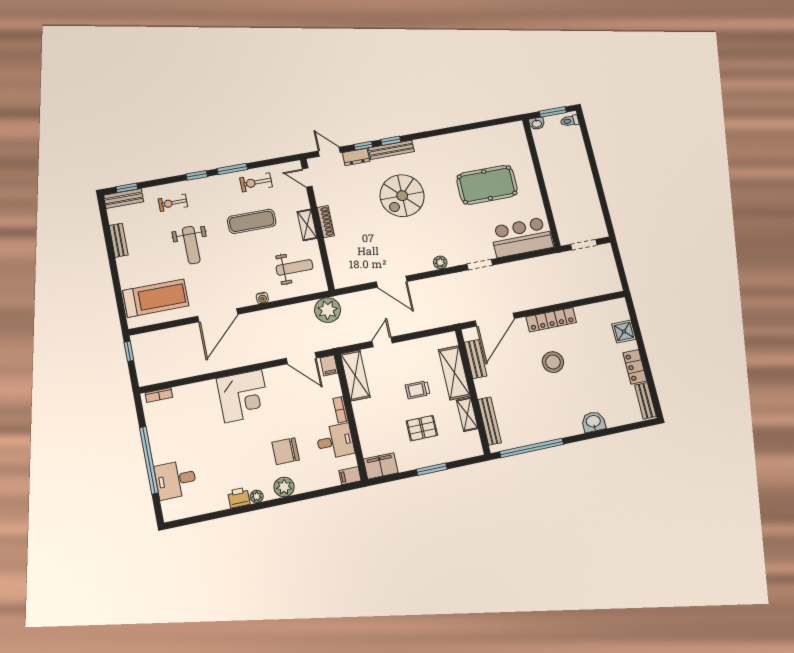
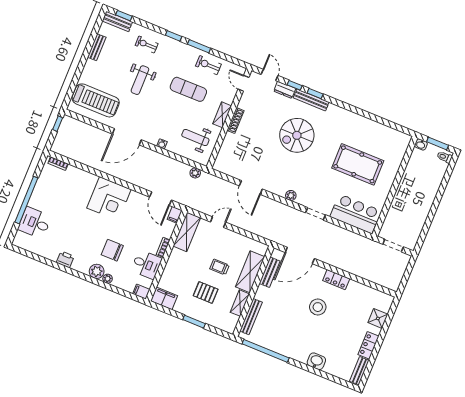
weight bench: (295, 267) -> (195, 137), turned 180
plant: (328, 310) -> (195, 173), width x0.53, depth x0.53
locker: (551, 320) -> (336, 280), width x0.66
plant: (257, 496) -> (108, 279), moved

